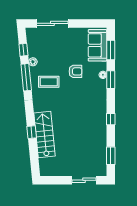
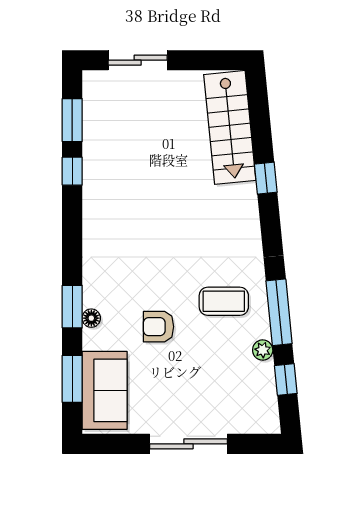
sliding door: (52, 23) -> (188, 444), moved
window: (111, 119) -> (72, 171), moved
stairs: (45, 134) -> (230, 127), moved

